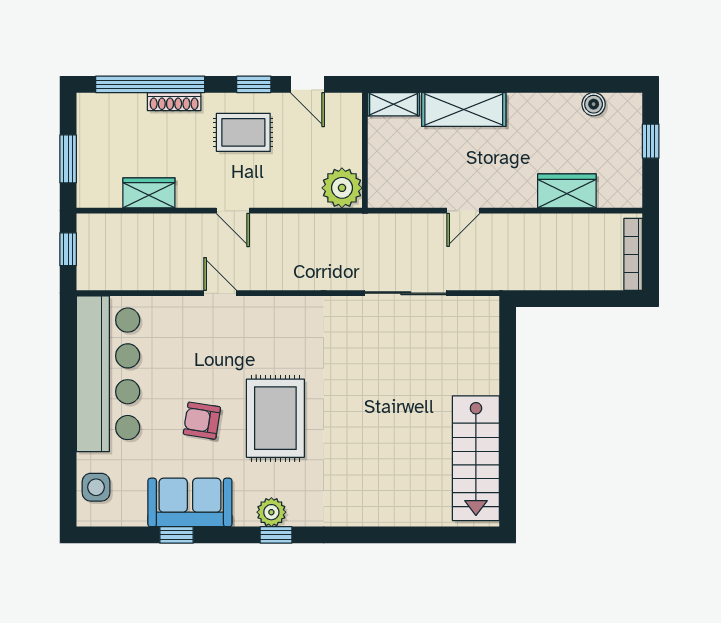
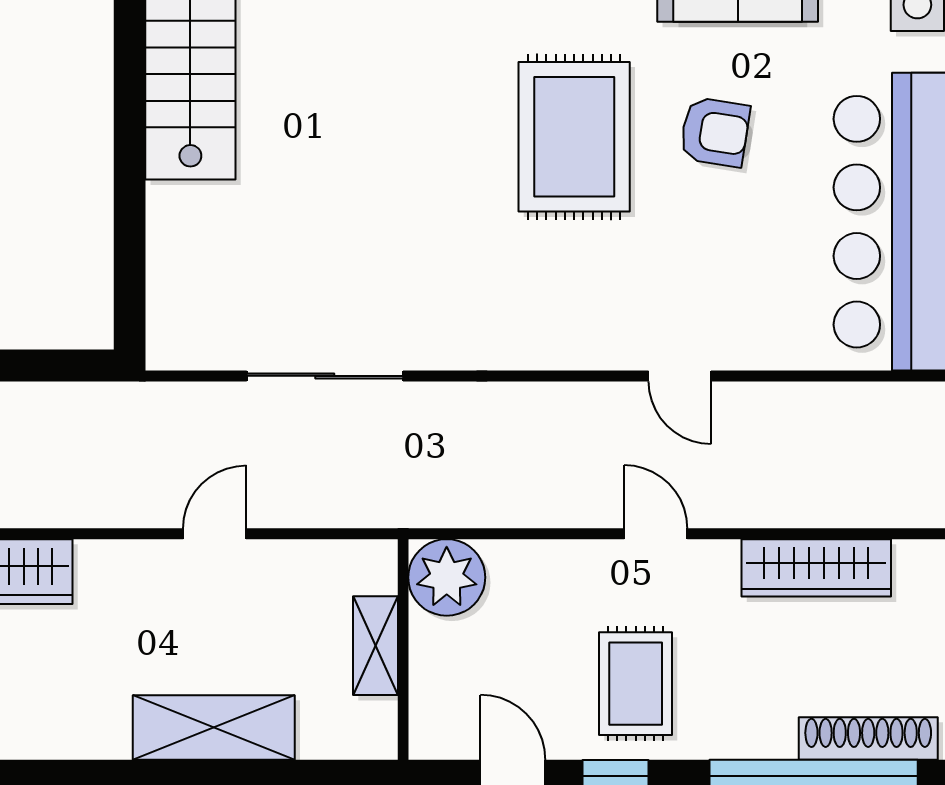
shoe rack: (174, 102) -> (868, 738), moved, width x1.36, depth x1.24
shelving: (393, 104) -> (376, 646), moved, turned 90
rug: (243, 132) -> (636, 684), turned 90
wardrobe: (149, 193) -> (816, 568), width x1.50

